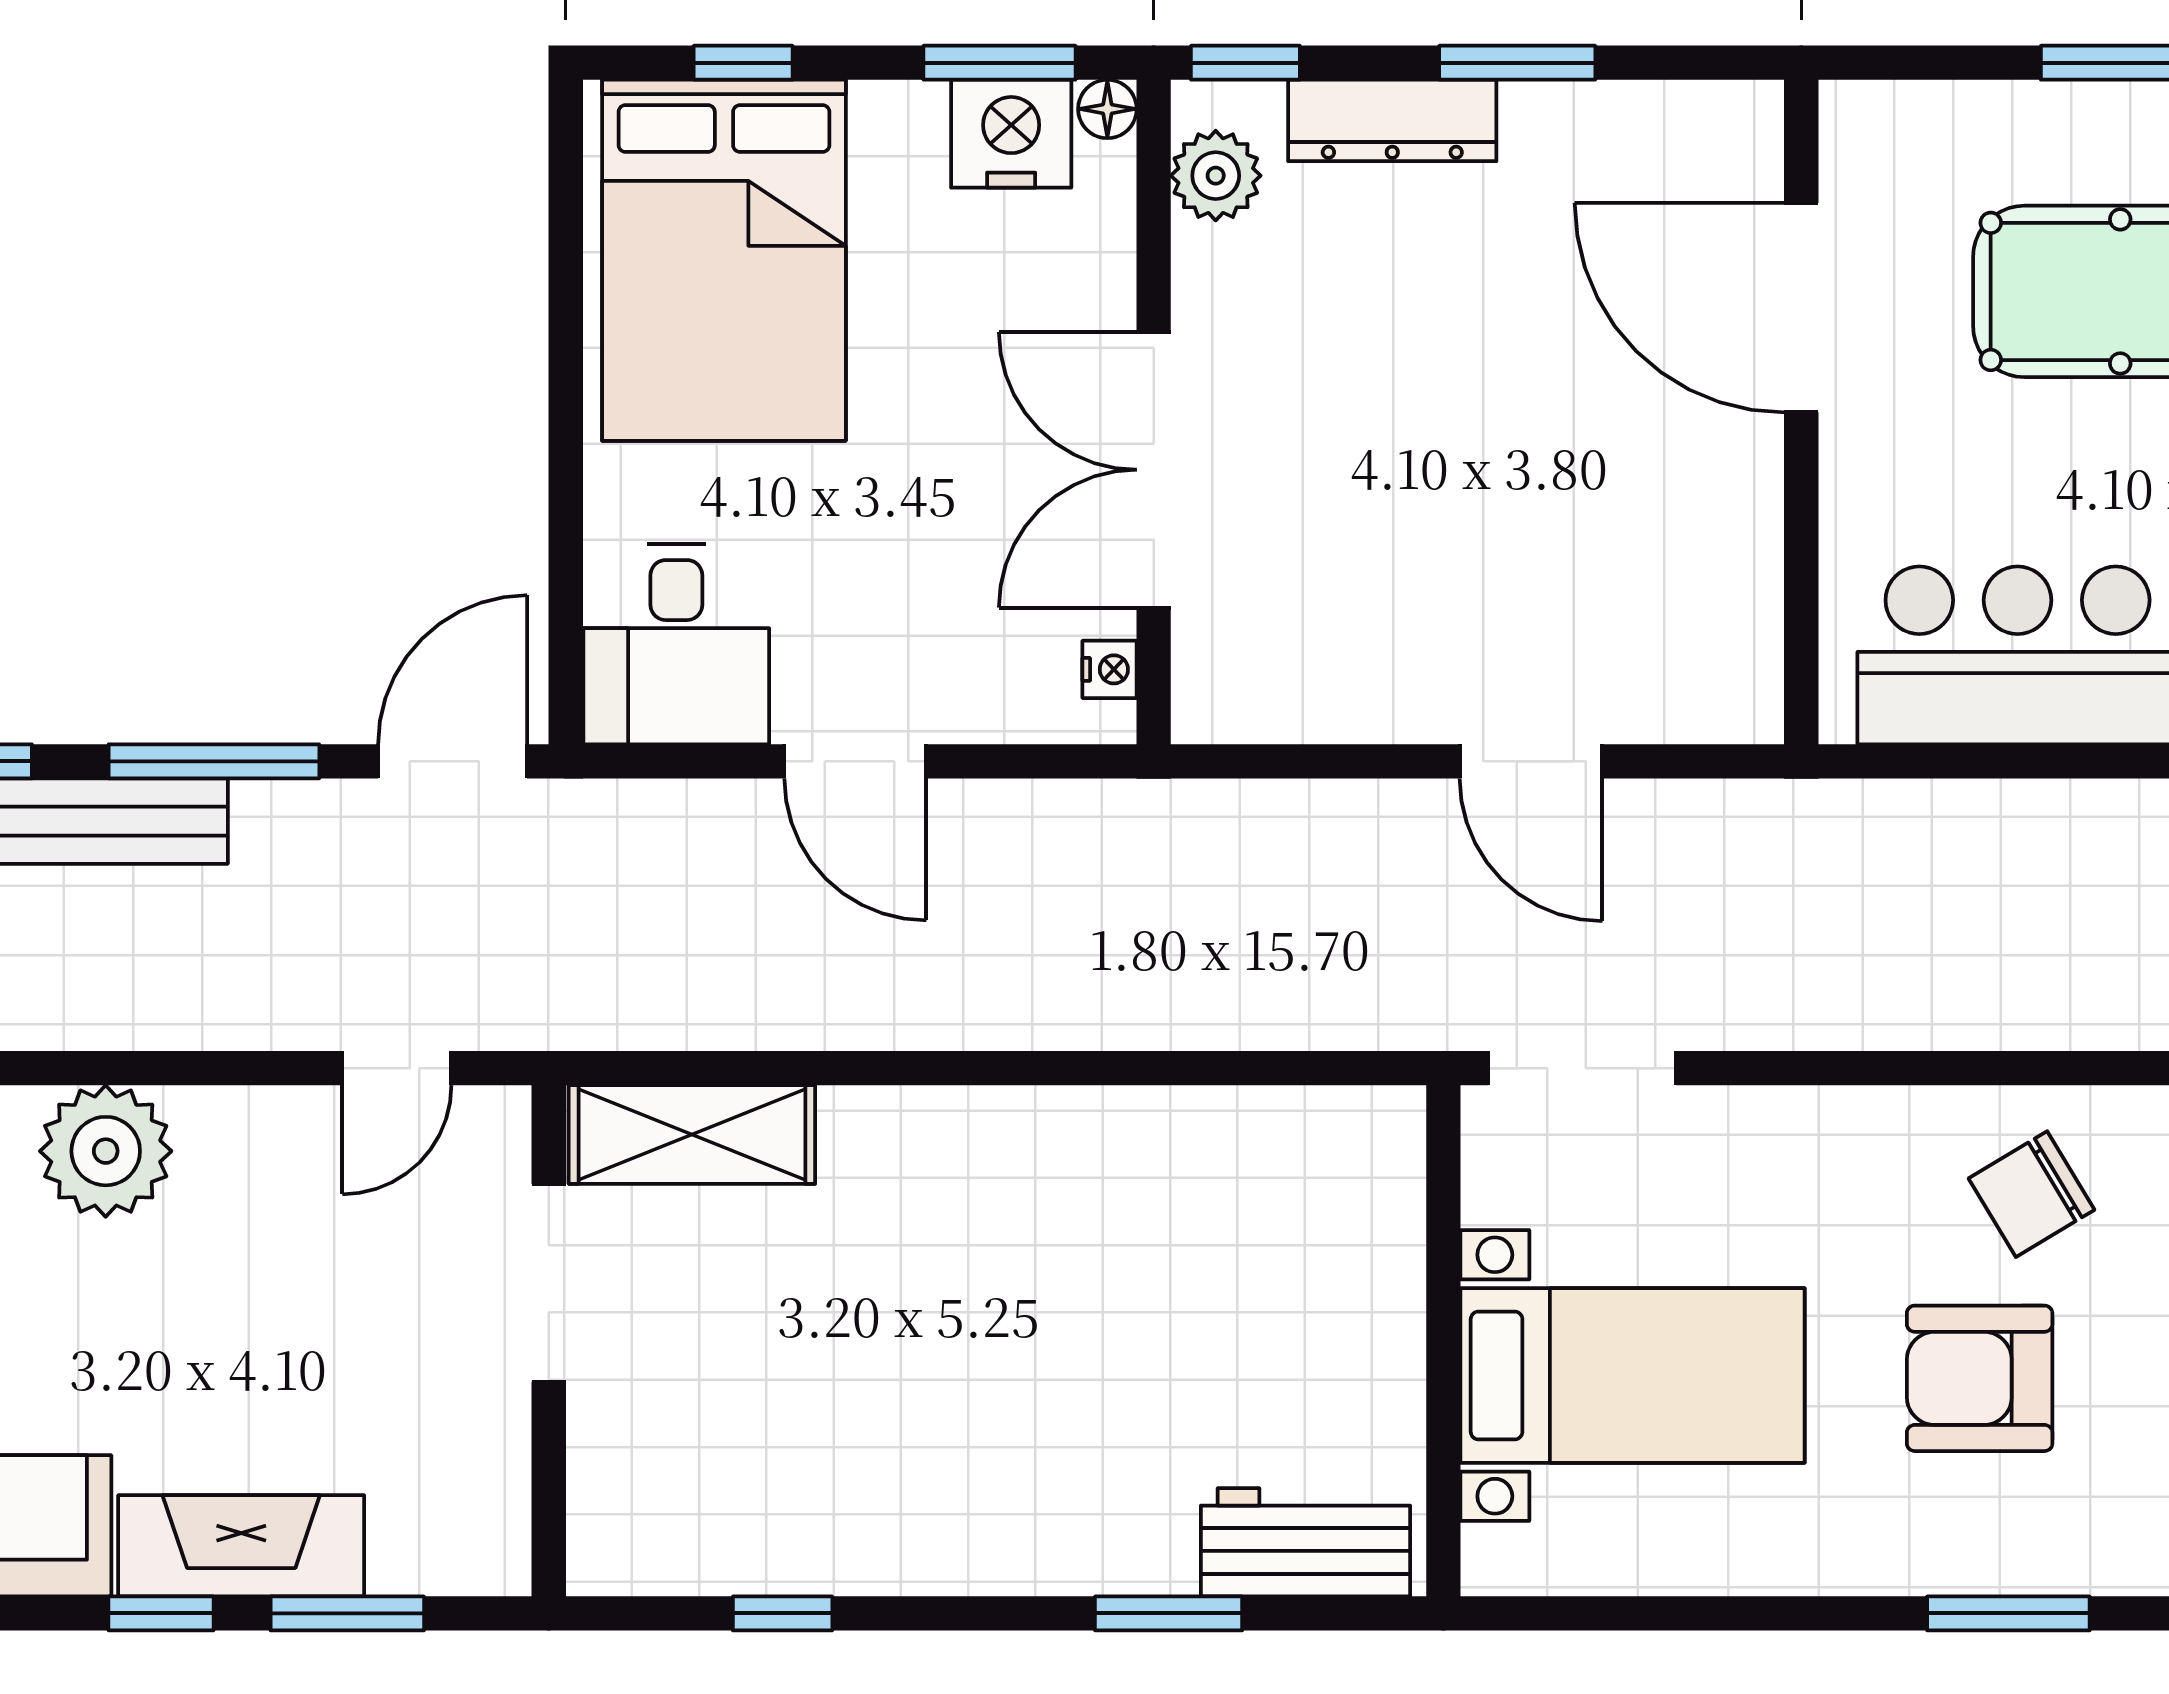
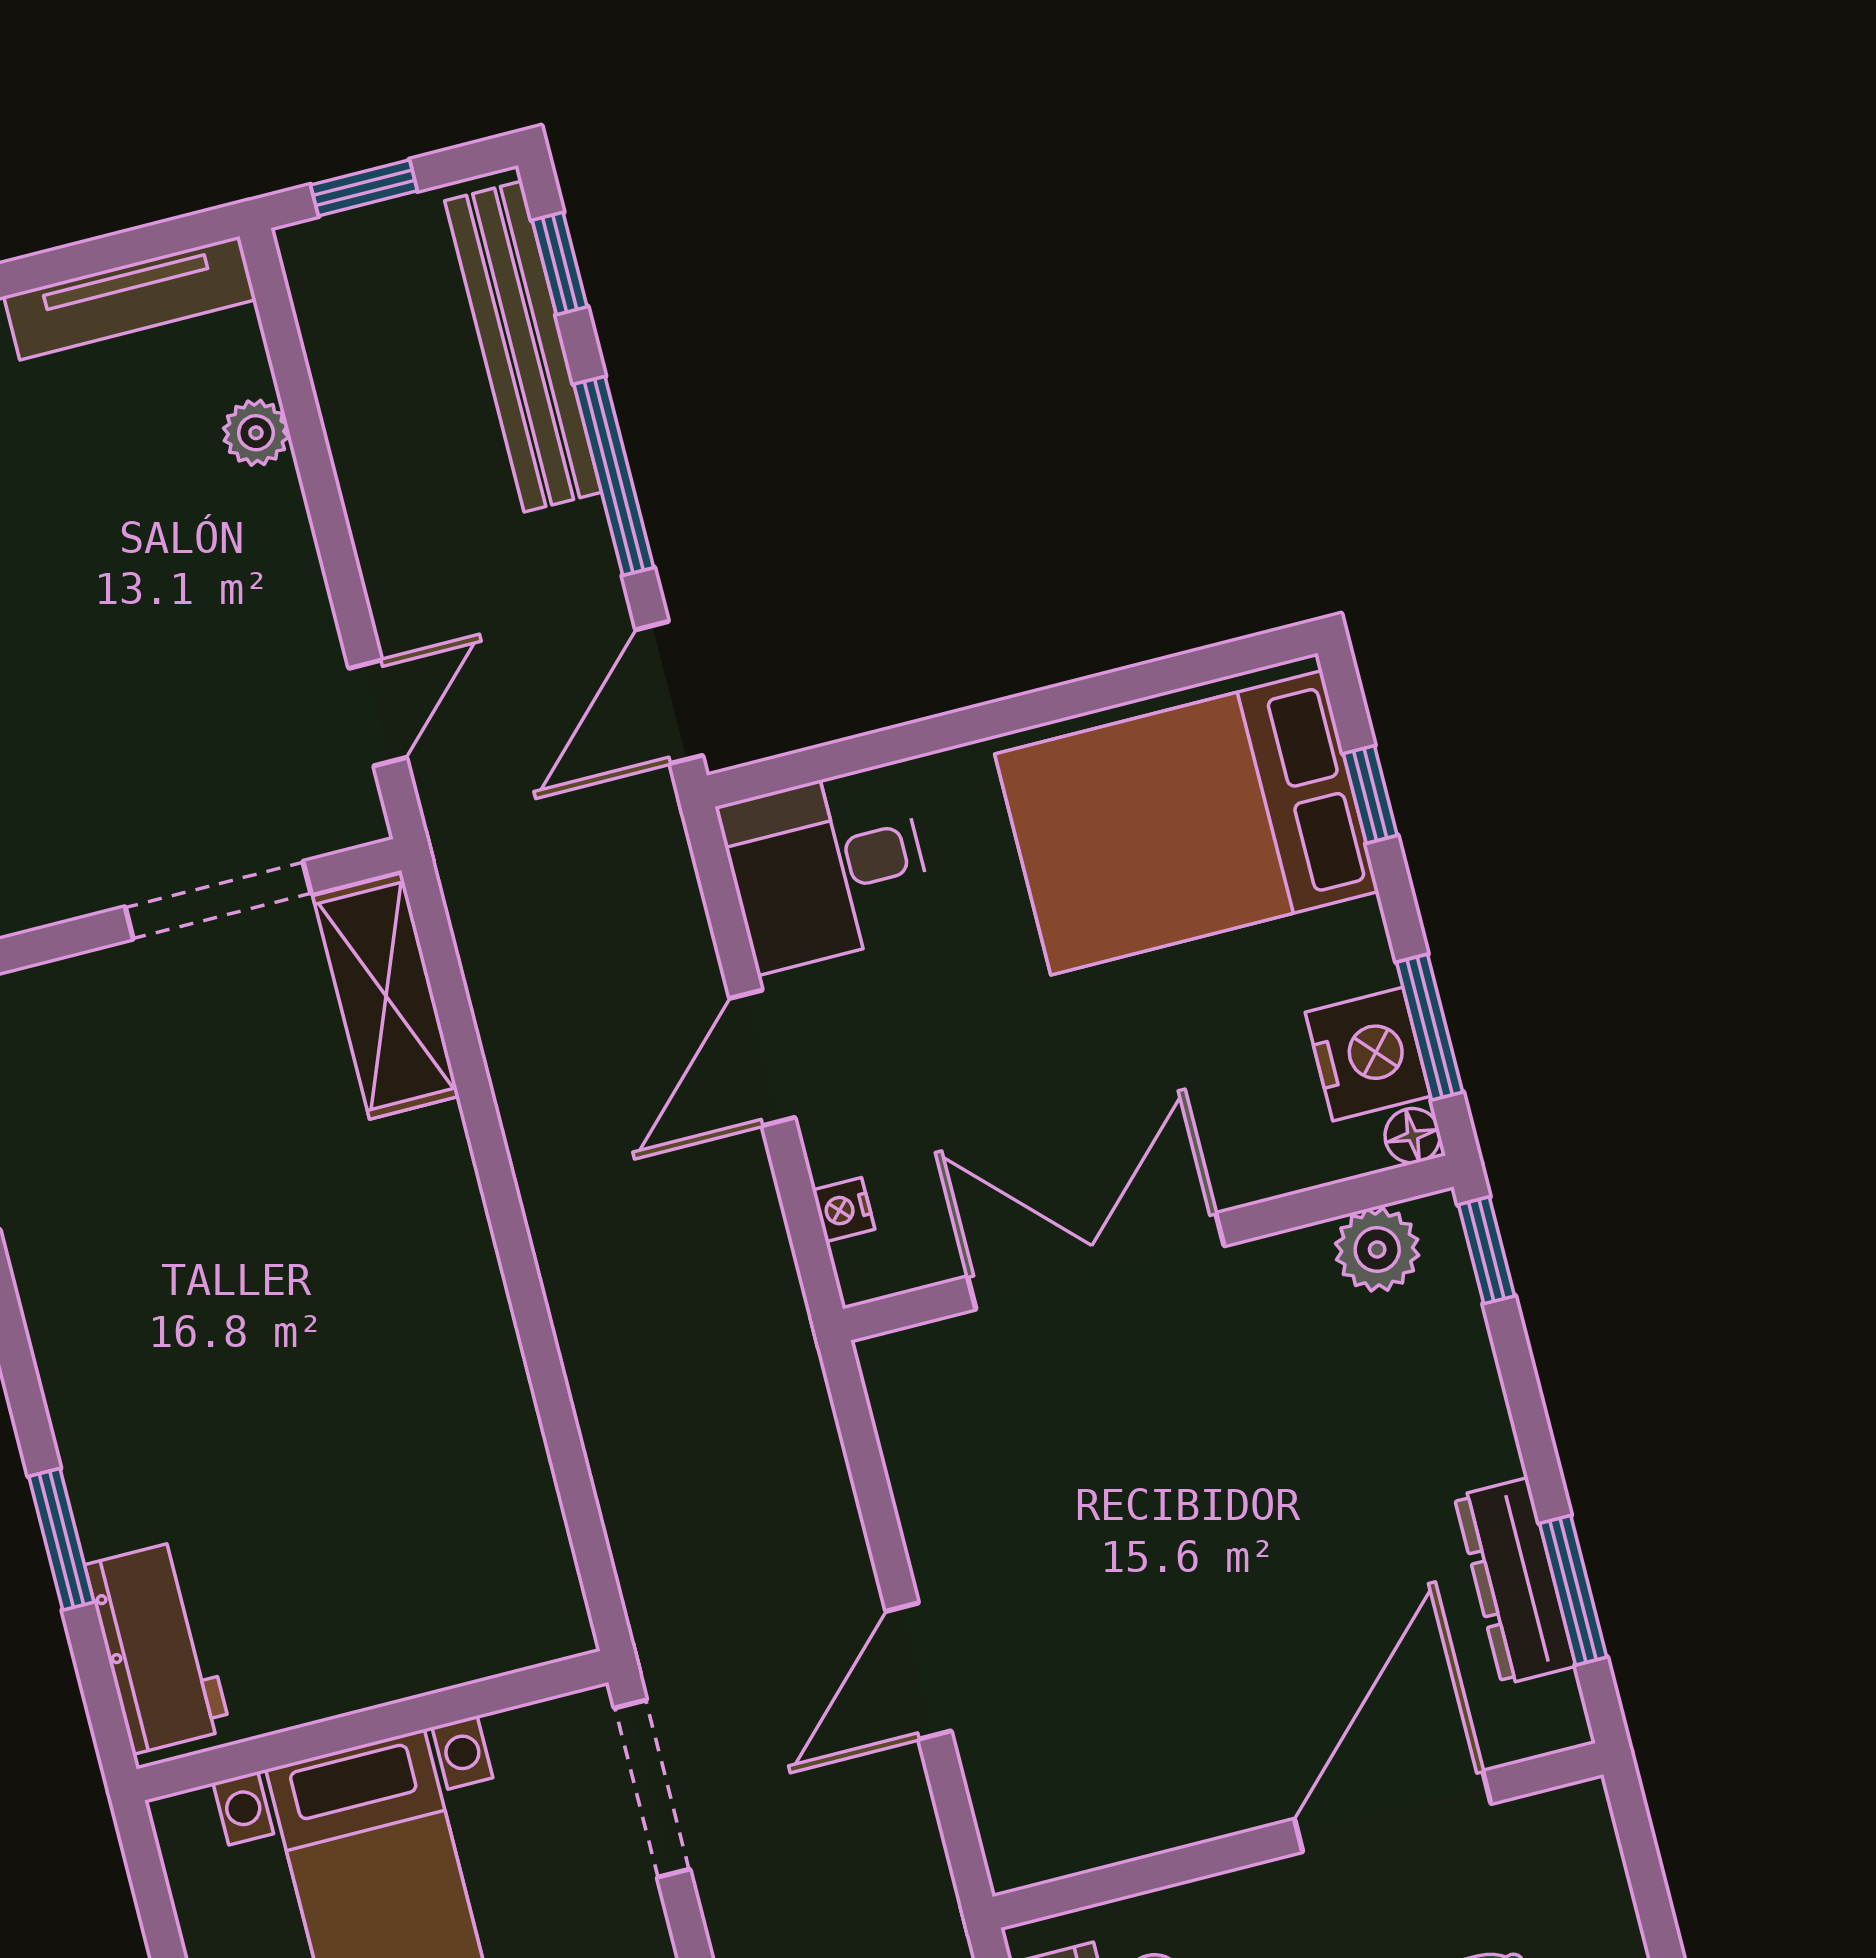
window: (1517, 63) -> (1573, 1590), moved
dresser: (1392, 120) -> (1515, 1581), moved
nightstand: (1110, 669) -> (844, 1210), moved, turned 90
door: (453, 761) -> (669, 693), swing flipped
door: (397, 1068) -> (378, 713), swing flipped
plant: (106, 1151) -> (256, 433), width x0.53, depth x0.53

